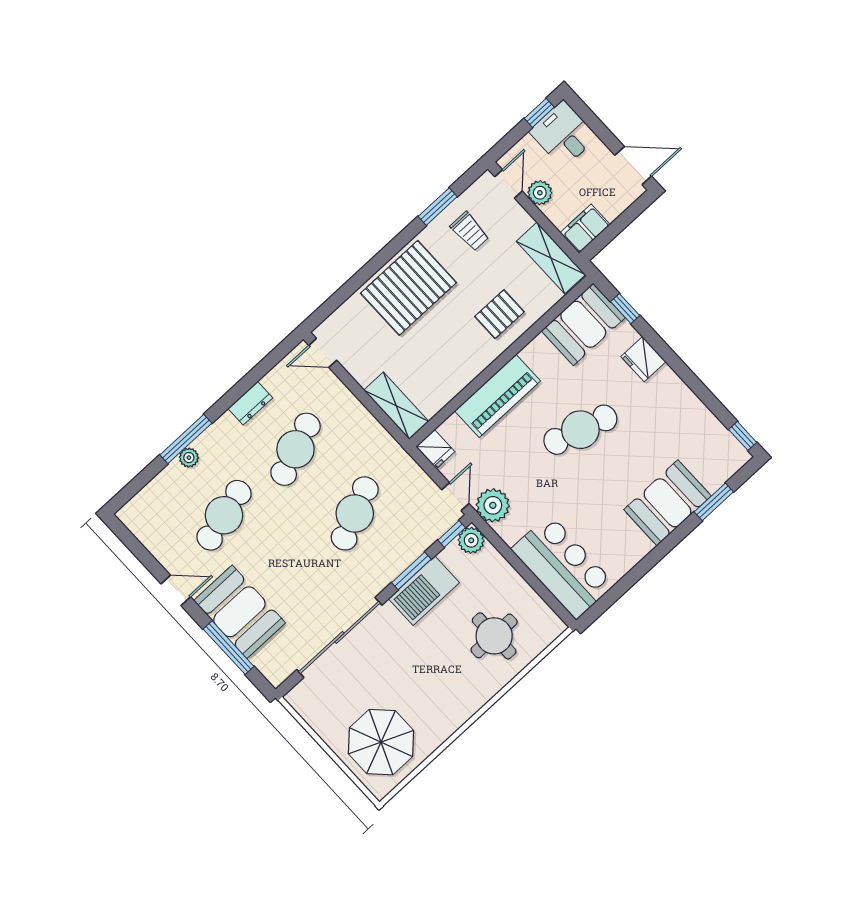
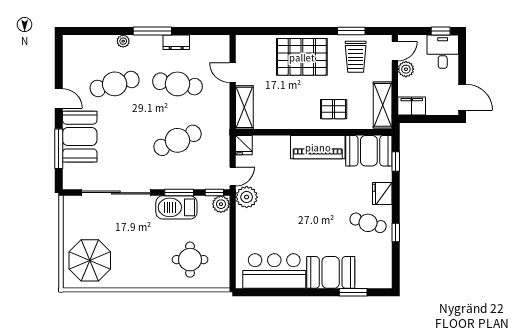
trolley: (470, 231) -> (356, 57), width x1.36, depth x1.39
door: (323, 353) -> (233, 73), moved
piano: (497, 396) -> (318, 147), moved
cafe table: (580, 430) -> (368, 223), moved, width x0.73, depth x0.74
window: (743, 436) -> (396, 233), moved
window: (186, 439) -> (152, 31), moved
cafe table: (296, 449) -> (177, 84), turned 30
bar counter: (563, 566) -> (274, 271), moved, turned -90

